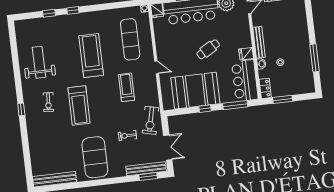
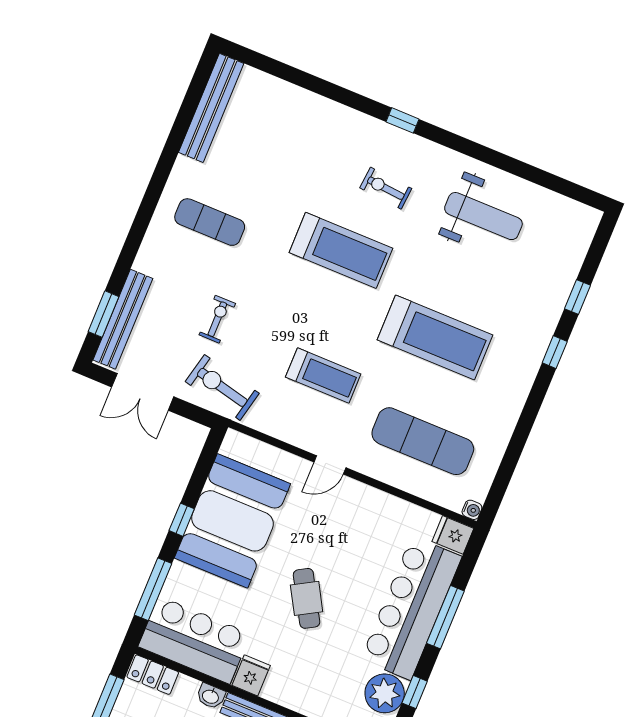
treadmill: (79, 106) -> (341, 250), turned 180
exercise mat: (95, 157) -> (210, 222), width x0.50, depth x0.69

